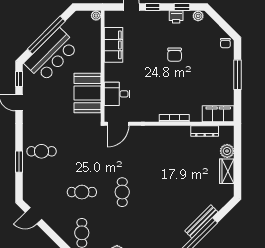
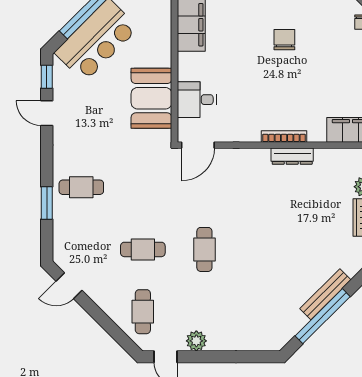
chair: (175, 55) -> (284, 40), turned 180
dresser: (205, 131) -> (292, 156), moved

